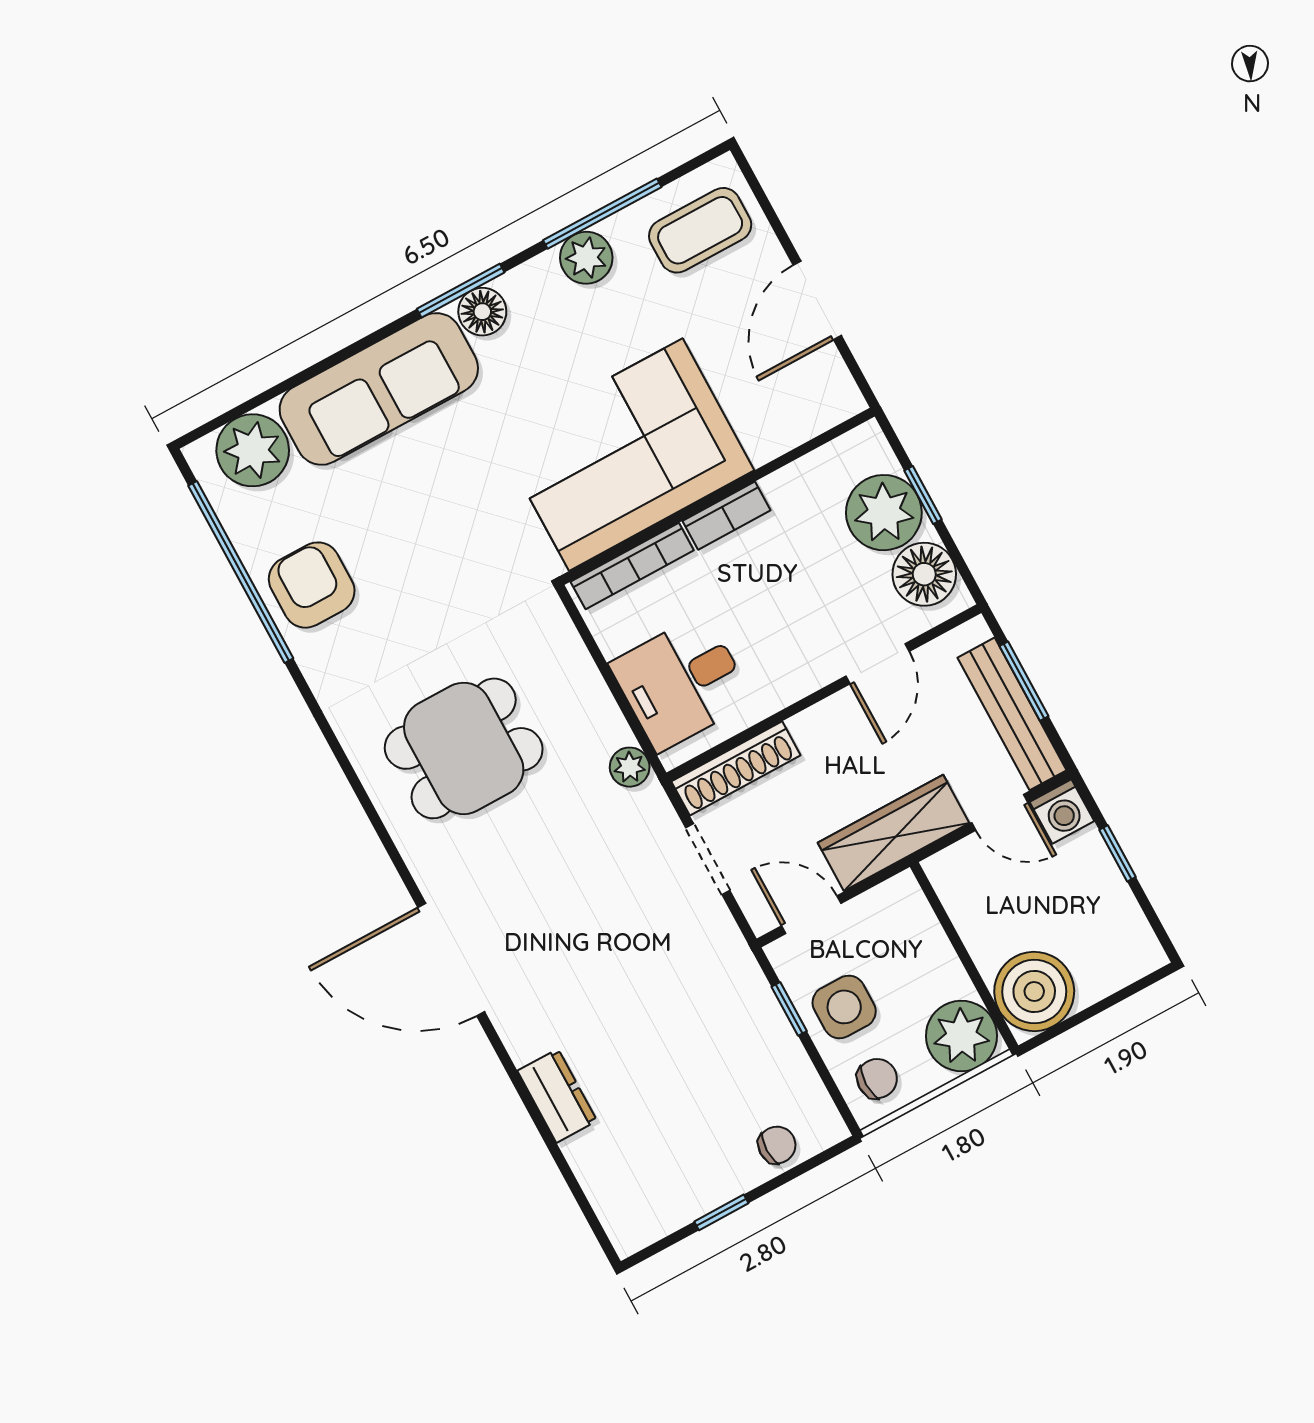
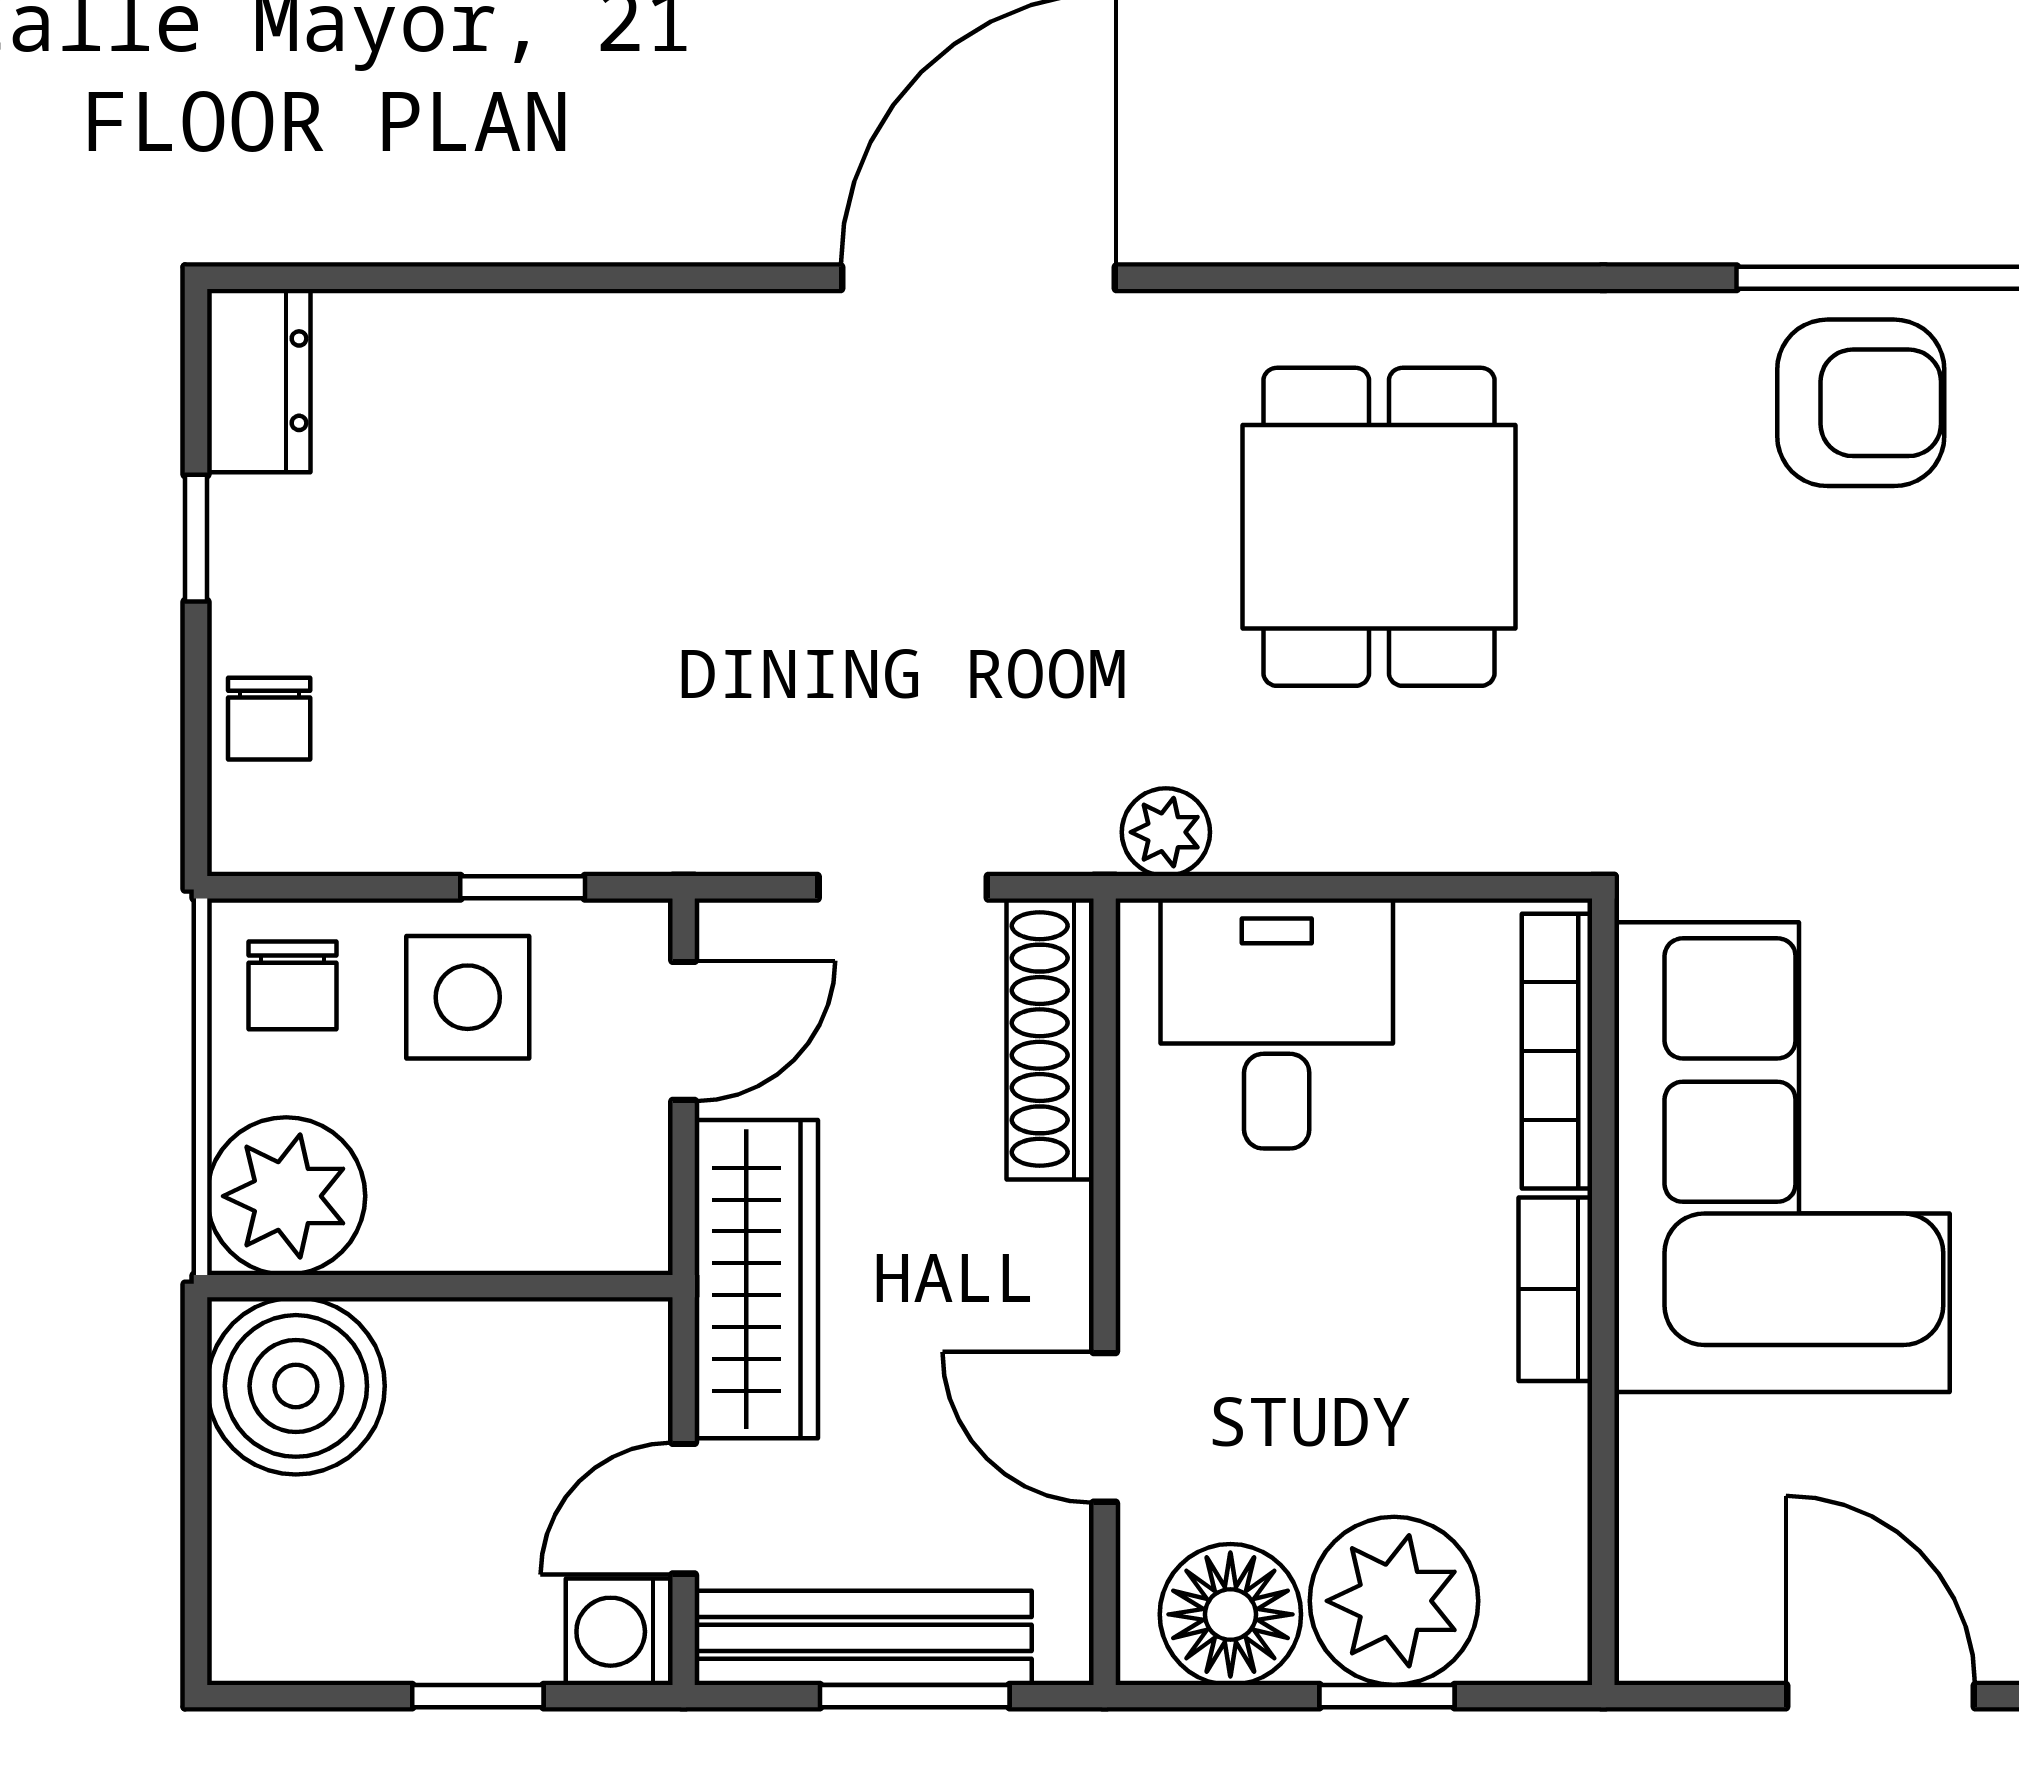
dresser: (557, 1096) -> (259, 381), moved, turned -90

